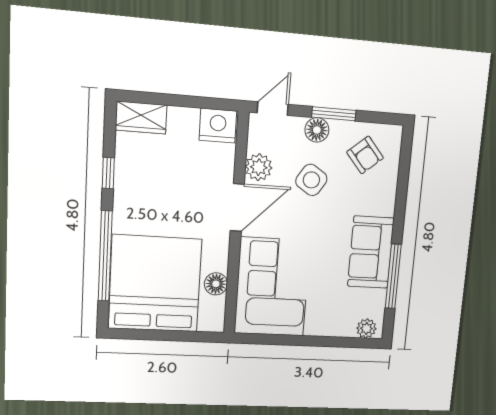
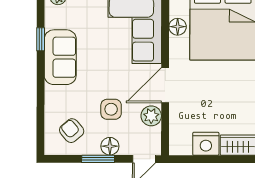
nightstand: (218, 126) -> (206, 144), moved
side table: (311, 180) -> (111, 109), turned -33
window: (393, 276) -> (41, 39), width x0.46

